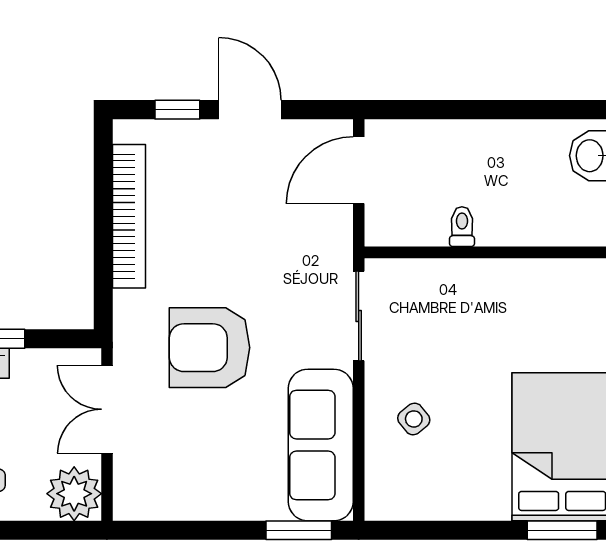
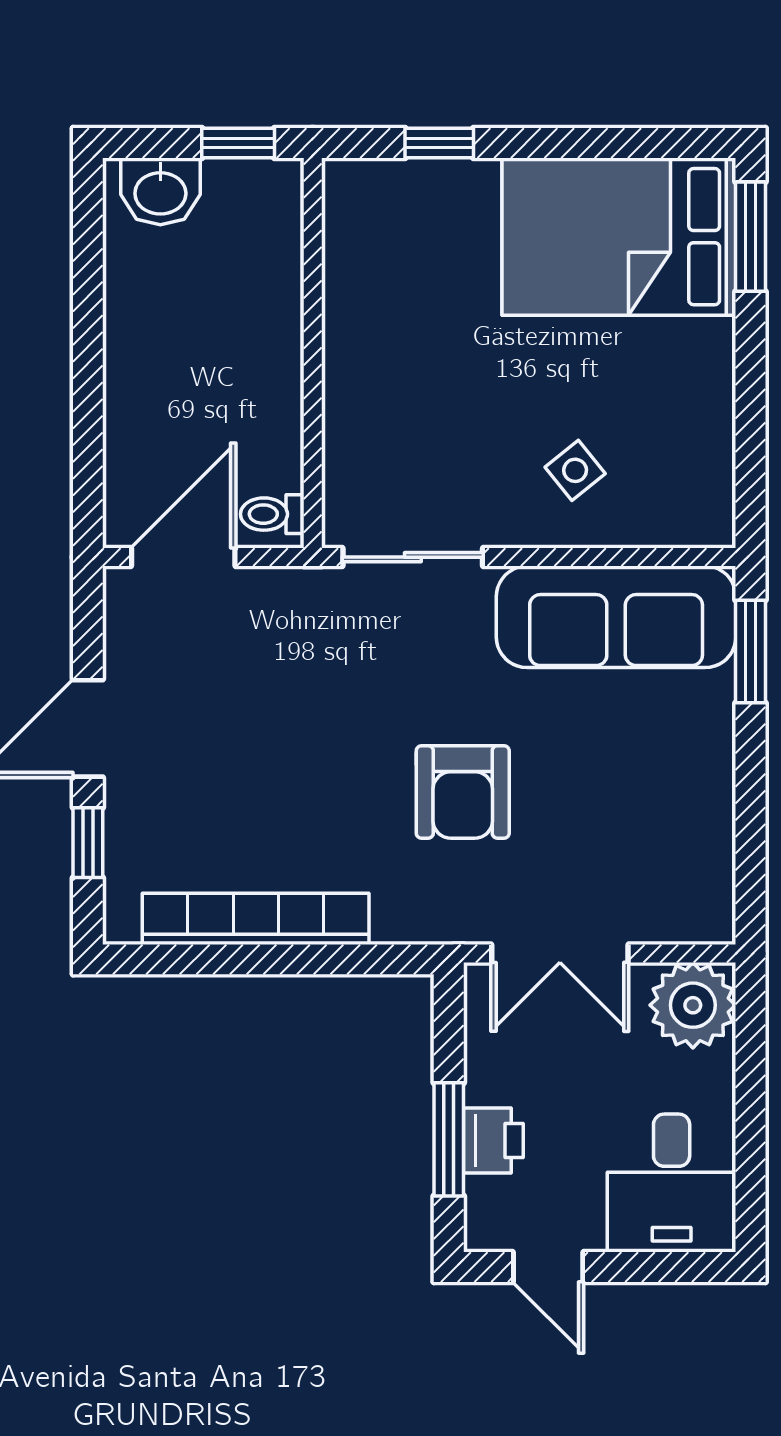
door: (359, 170) -> (183, 557), swing flipped
toilet: (462, 227) -> (272, 514), moved
armchair: (210, 348) -> (463, 792), width x0.73, depth x0.73

